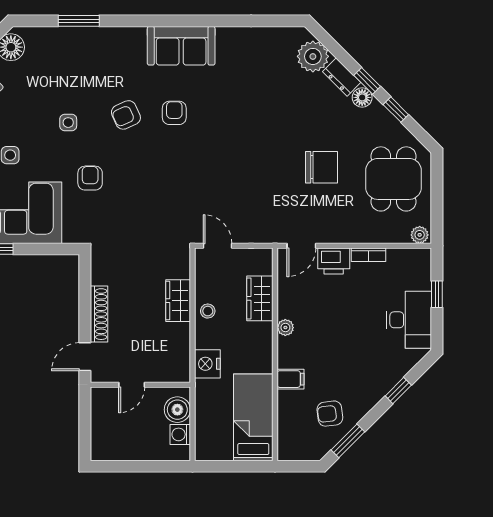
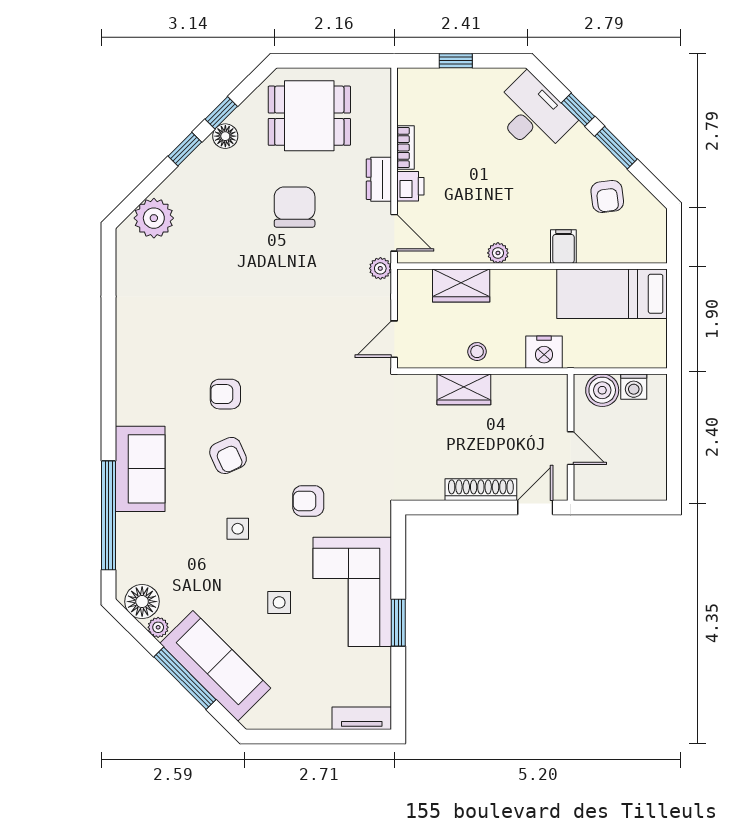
window: (79, 21) -> (109, 515), width x2.11
sofa: (181, 46) -> (140, 469), moved
dresser: (342, 77) -> (379, 179), moved, turned 135
floor lamp: (362, 97) -> (225, 136), moved
plant: (420, 235) -> (380, 268), moved
printer: (334, 261) -> (410, 186), width x0.73, depth x0.81
desk: (409, 320) -> (533, 115), moved, turned 45
door: (85, 357) -> (535, 508), swing flipped
window: (348, 441) -> (616, 148), moved

